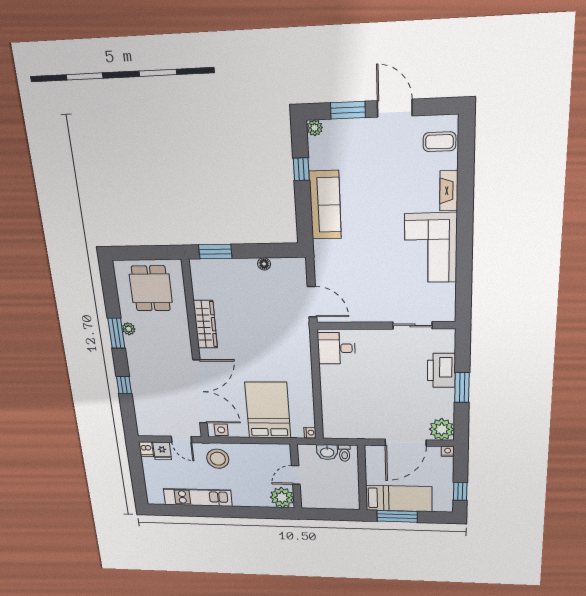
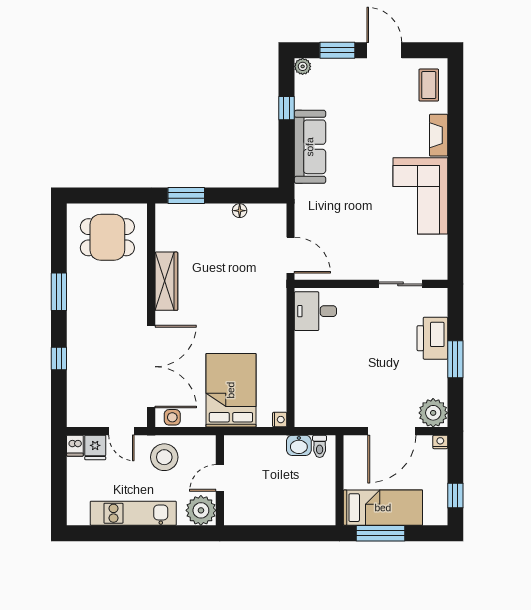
coffee table: (439, 142) -> (429, 85), turned 90
dining table: (151, 288) -> (107, 237), turned 90
plant: (129, 329) -> (75, 286), removed
door: (296, 475) -> (220, 478), moved
wall: (296, 477) -> (220, 480), moved
plant: (282, 497) -> (201, 510), moved

